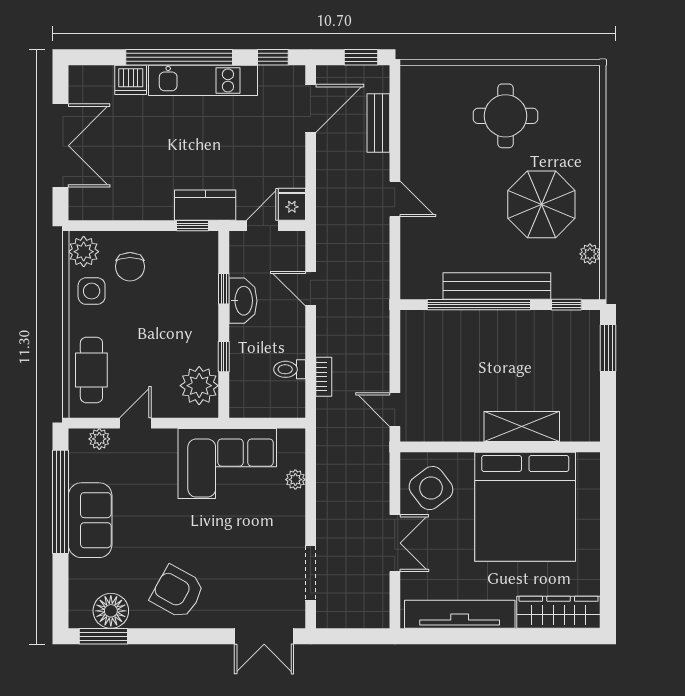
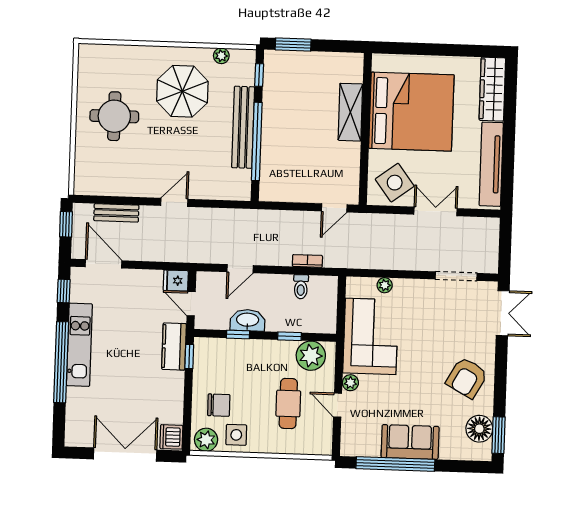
dishwasher: (131, 80) -> (171, 437), moved, turned 180
cafe table: (91, 370) -> (288, 404), moved, turned 90
plant: (99, 439) -> (350, 383), moved

